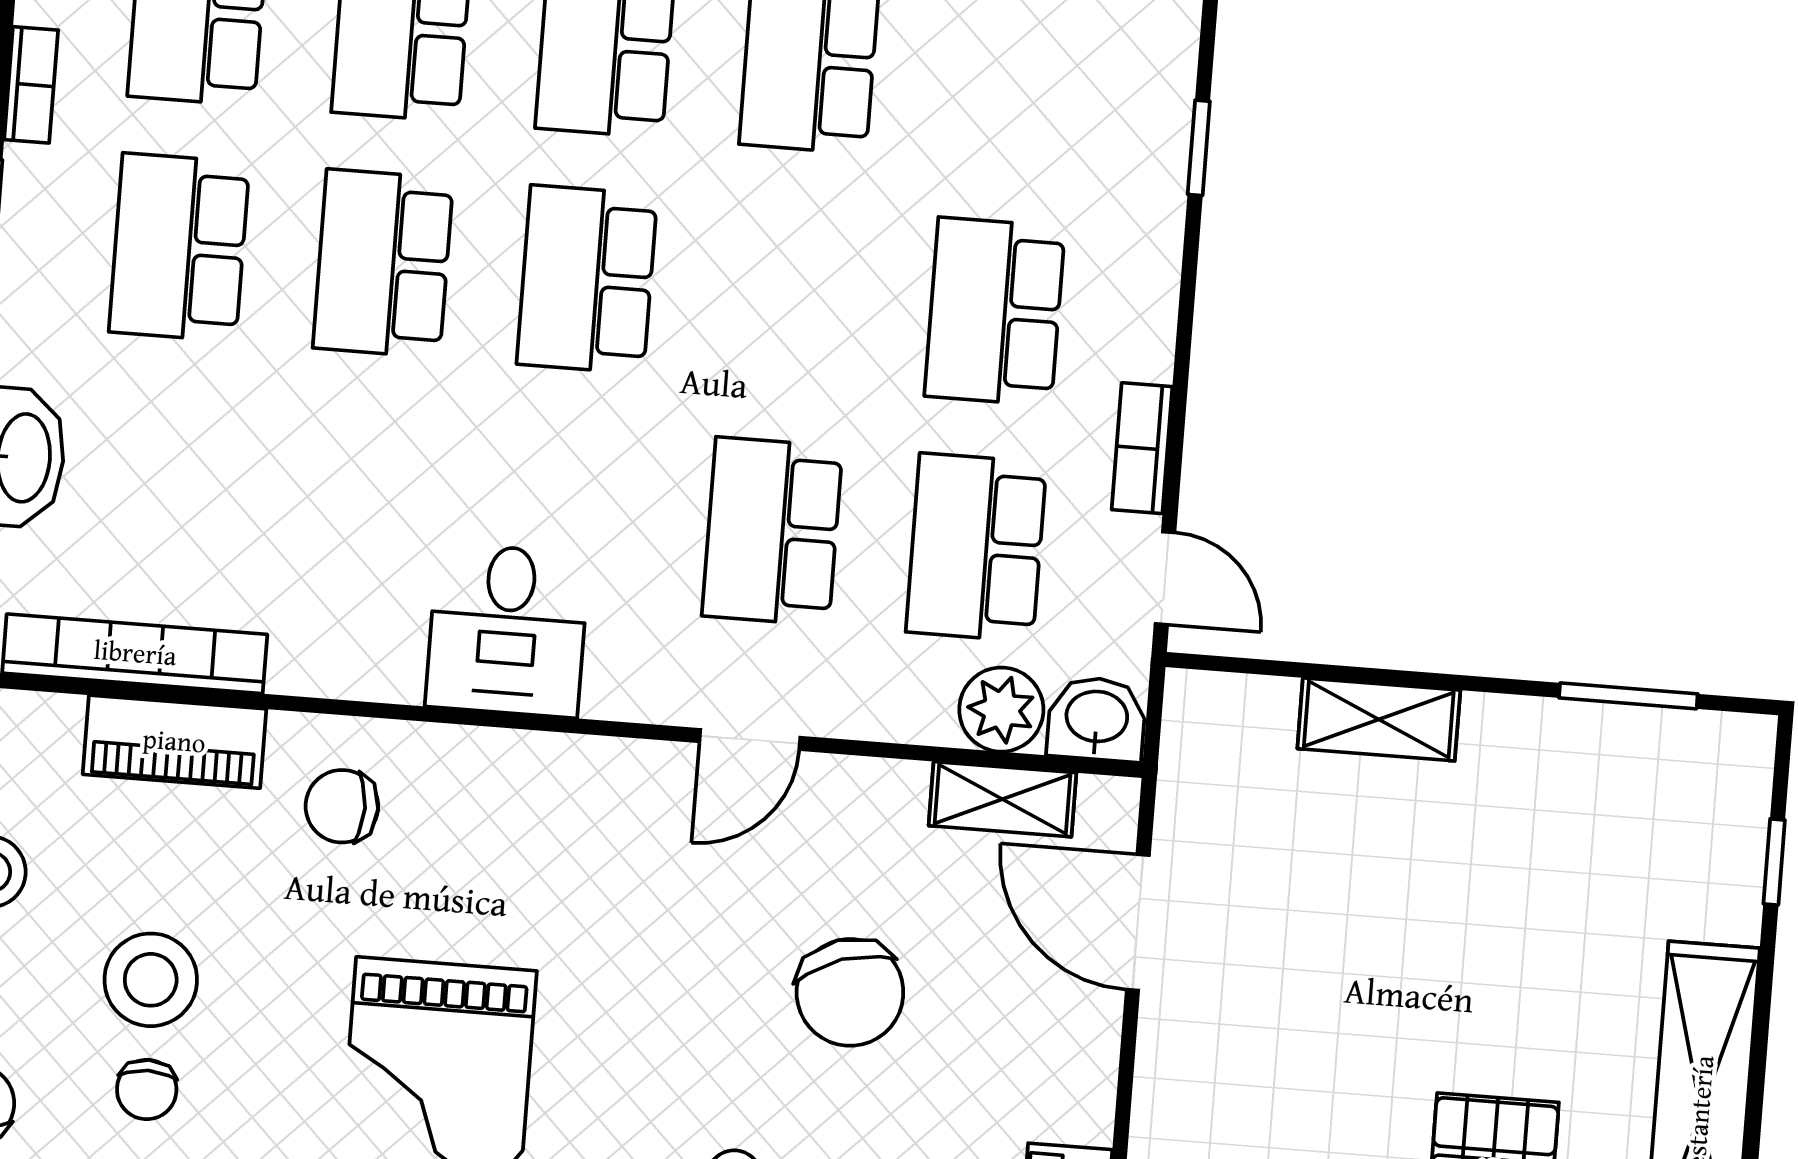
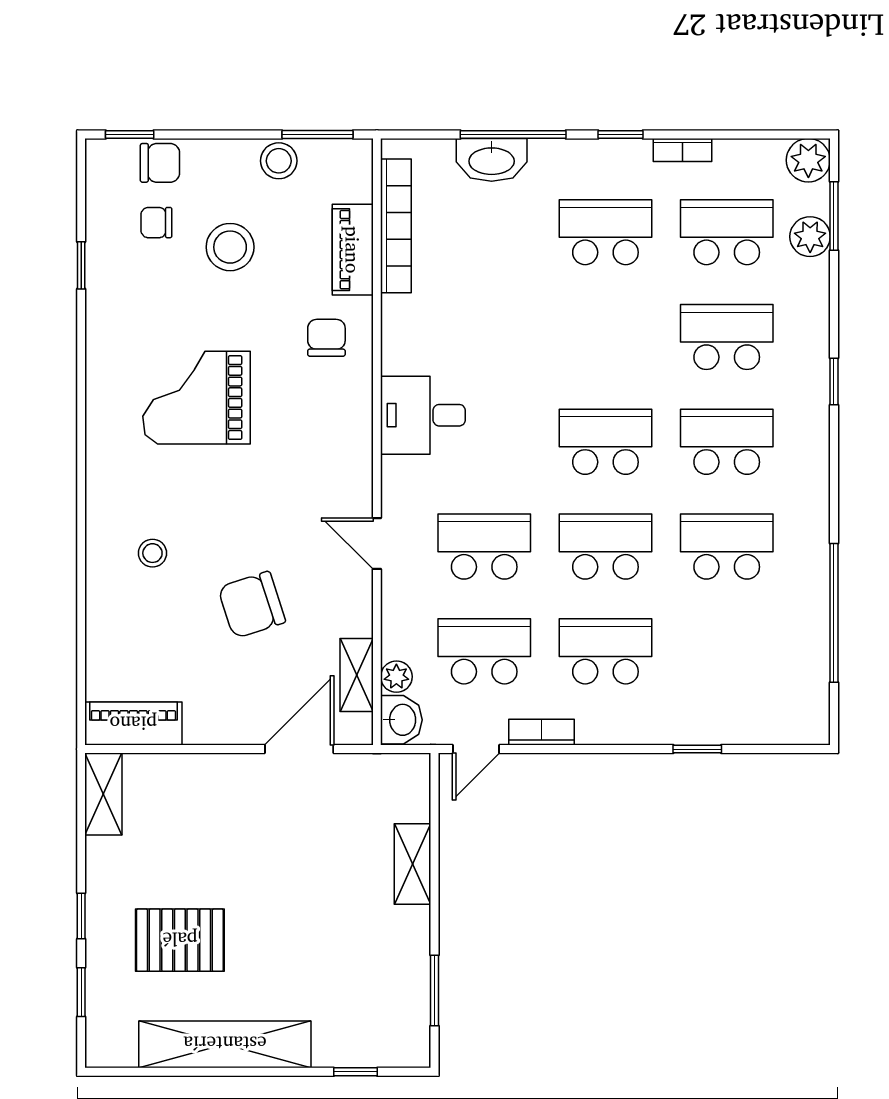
school desk: (383, 263) -> (605, 547), moved
plant: (1001, 710) -> (396, 677), width x0.73, depth x0.73
chair: (147, 1090) -> (156, 223), moved

